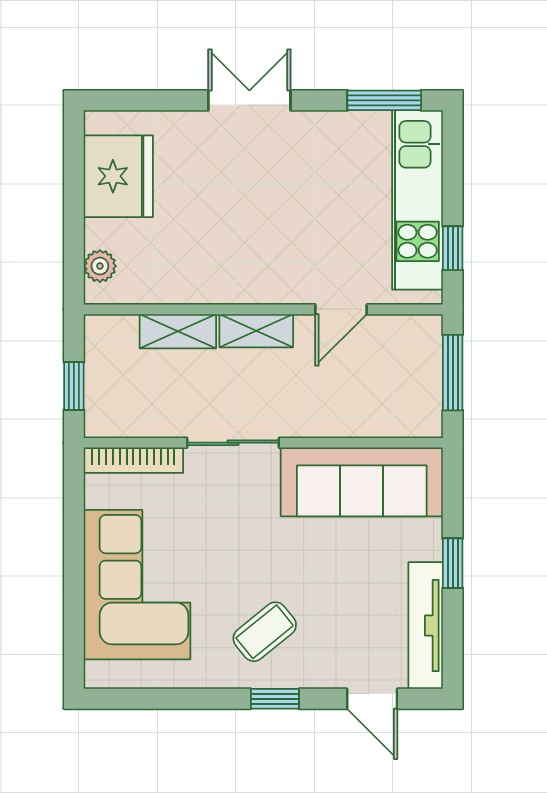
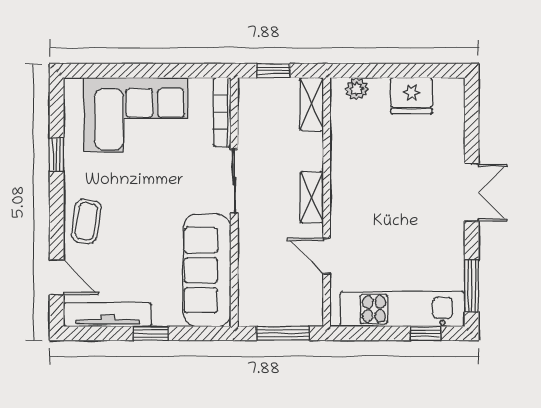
fridge: (118, 176) -> (412, 95), width x0.73, depth x0.75
window: (453, 248) -> (426, 333), moved
shelving: (178, 331) -> (312, 104), moved
coffee table: (265, 632) -> (86, 221), moved, turned 48
window: (275, 699) -> (57, 155), moved
door: (372, 699) -> (57, 278), swing flipped

